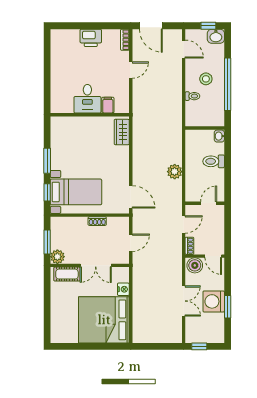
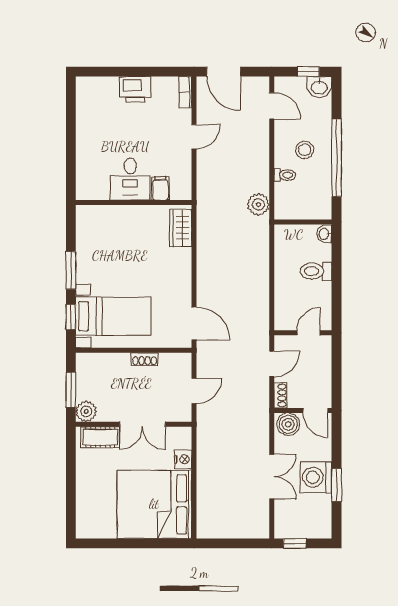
plant: (175, 172) -> (258, 204), moved

